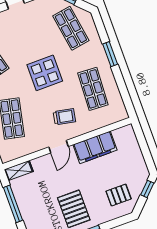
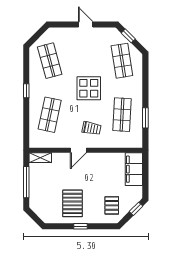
window: (110, 54) -> (145, 118), moved
filing cabinet: (95, 147) -> (134, 169), moved, turned 90
pallet: (119, 195) -> (112, 205), turned 90

